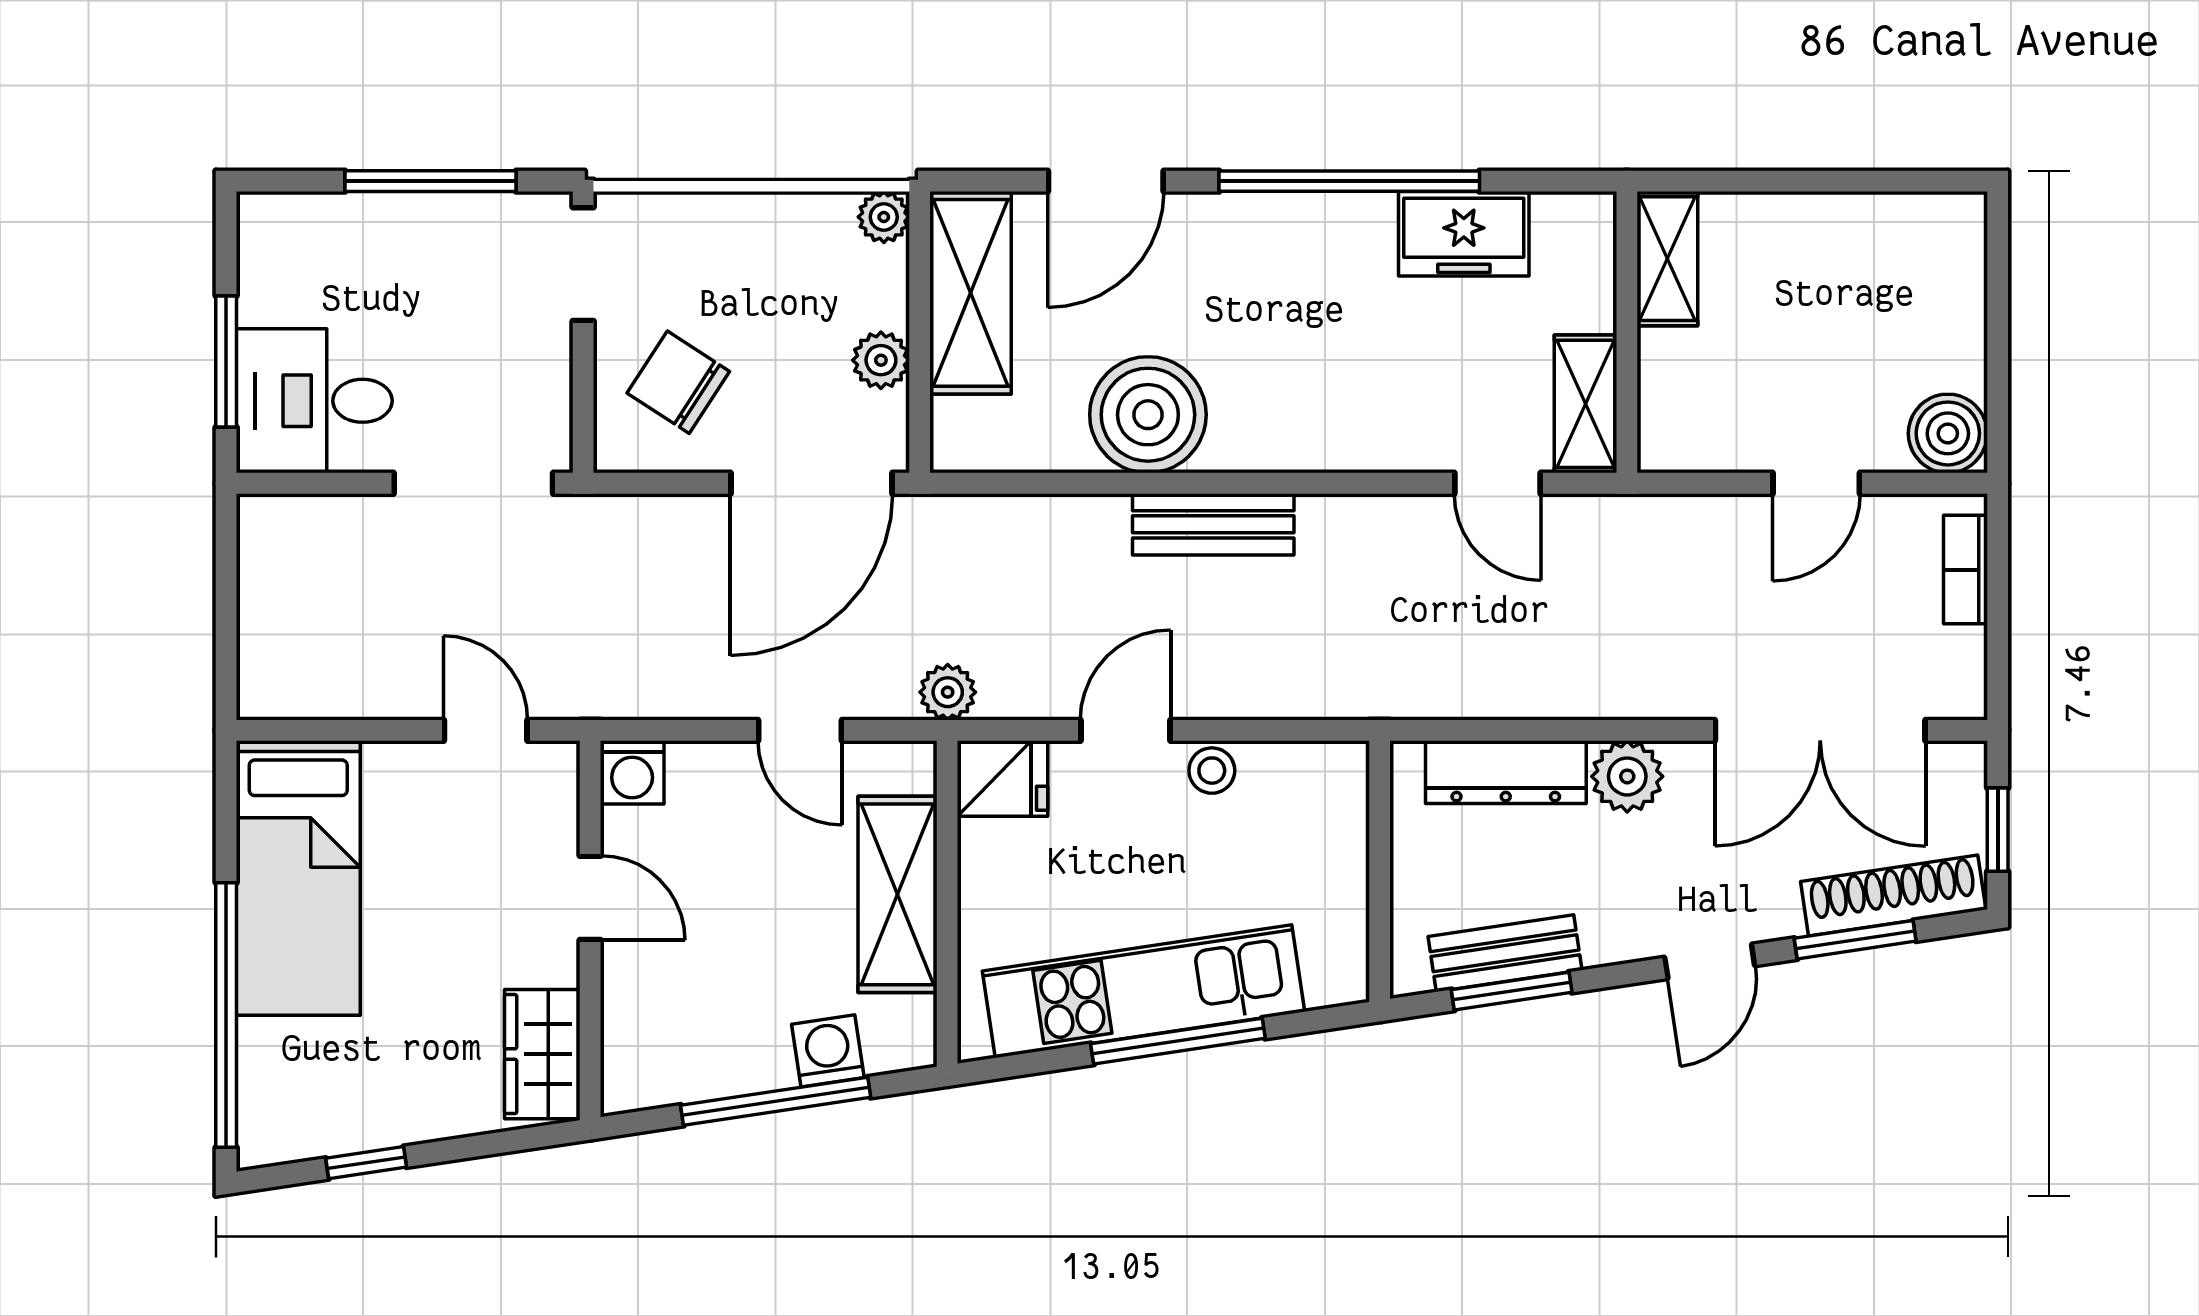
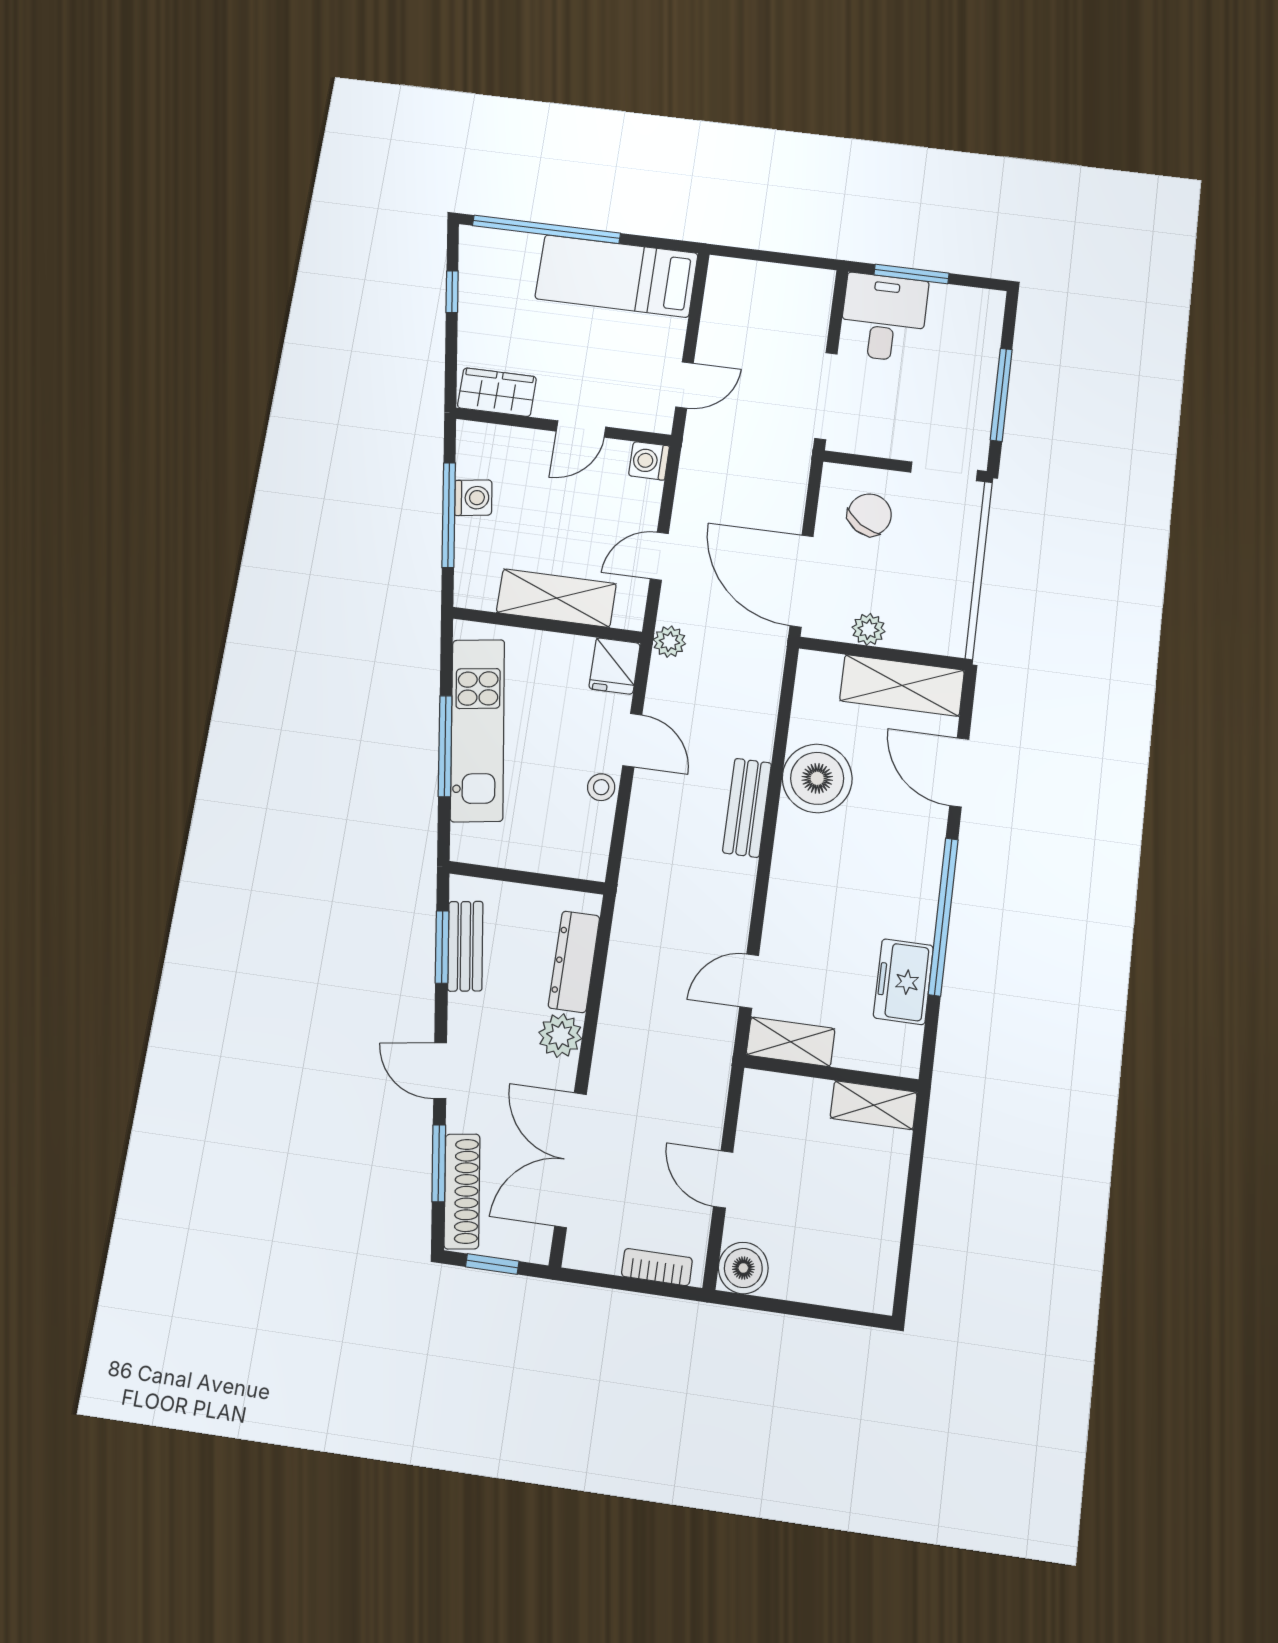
plant: (884, 217) -> (952, 642), removed
washing machine: (828, 1051) -> (473, 498), moved

